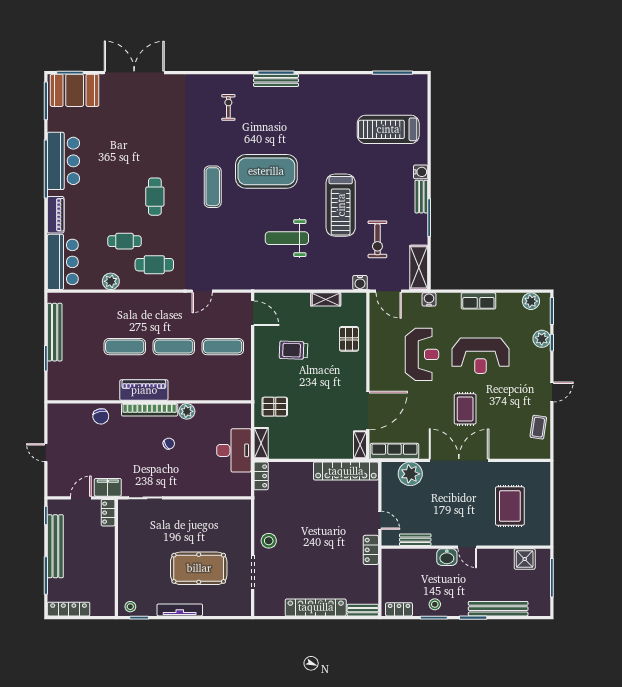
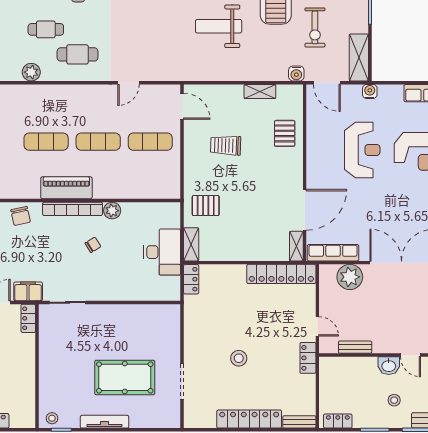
rug: (465, 409) -> (408, 208), removed
stool: (269, 541) -> (239, 358), moved
stool: (435, 604) -> (394, 400), moved

